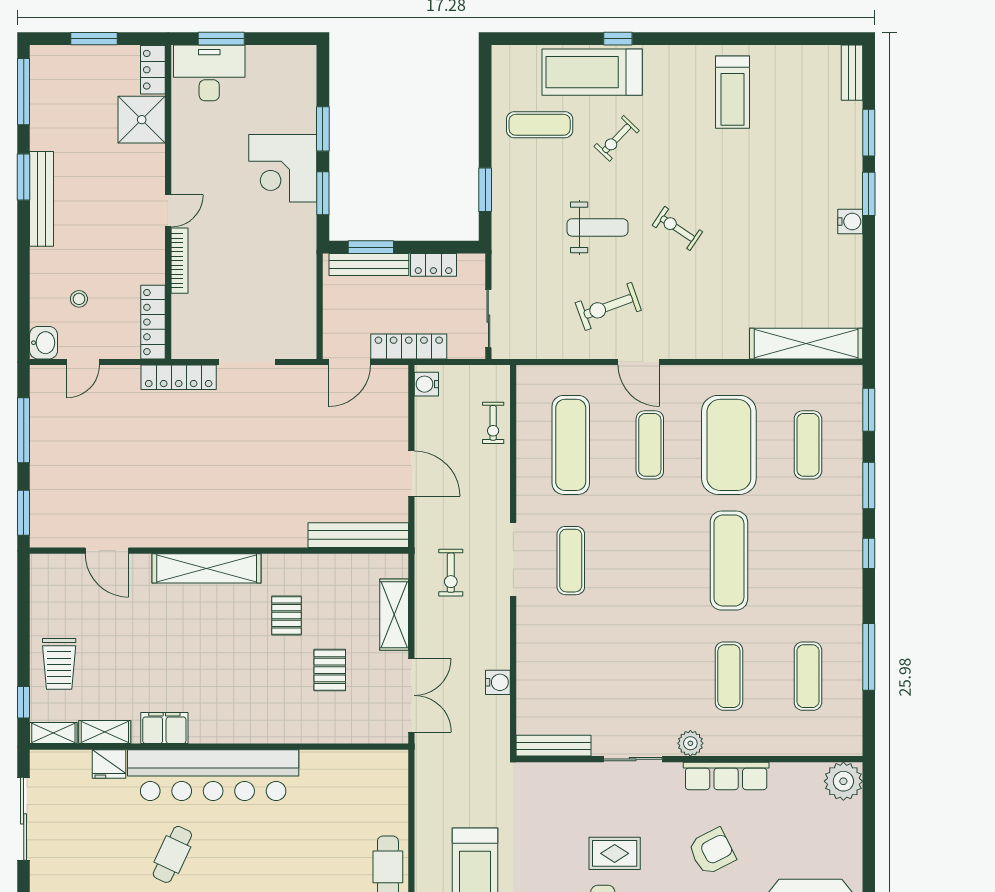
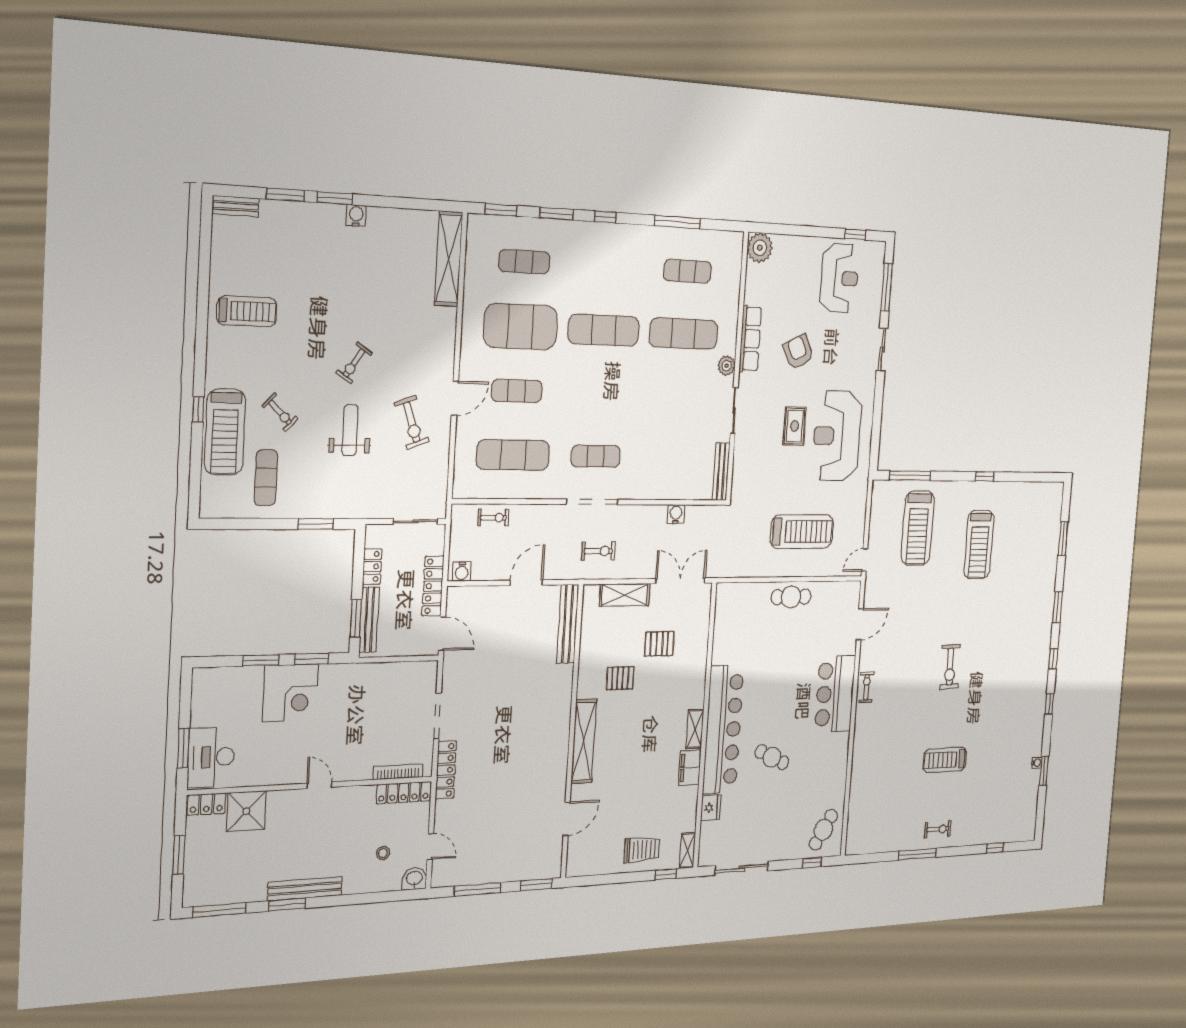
bookcase: (180, 261) -> (398, 772), moved
exercise mat: (729, 676) -> (683, 334), width x1.36, depth x1.45
shelving: (105, 732) -> (695, 729), moved

